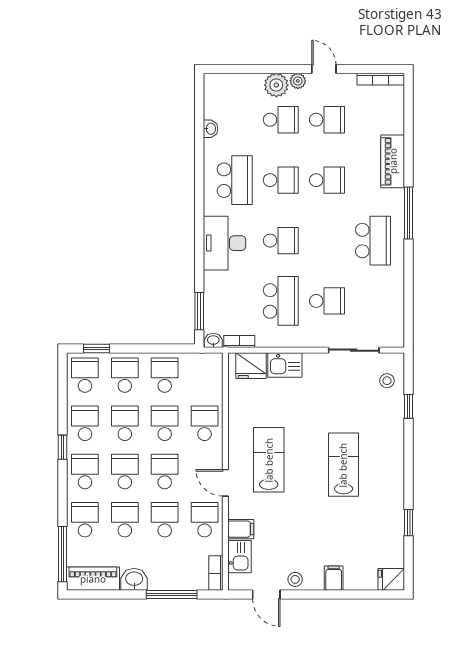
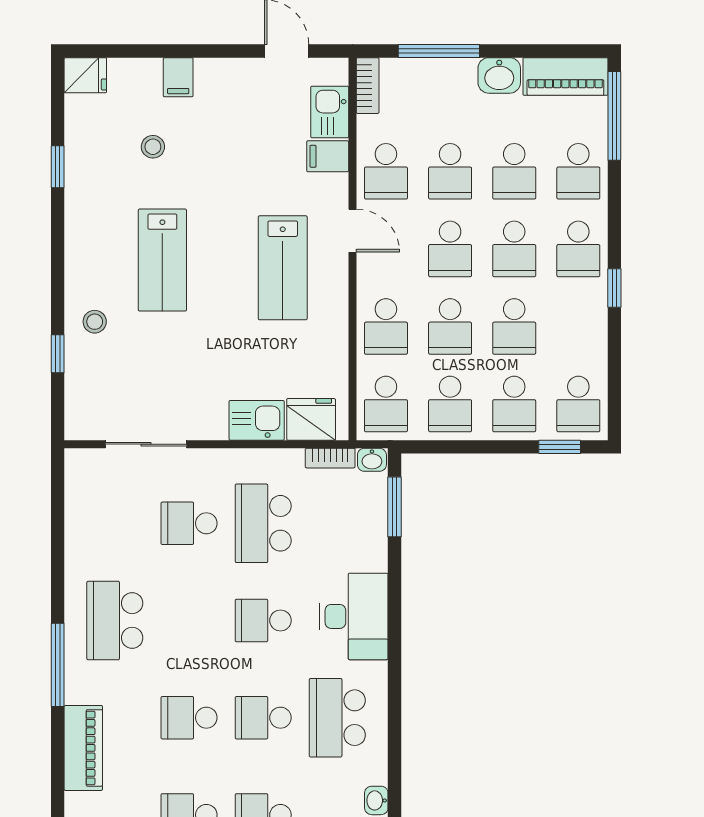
stool: (387, 381) -> (95, 322), moved
school desk: (85, 423) -> (386, 404), moved
stool: (295, 579) -> (153, 147), moved

